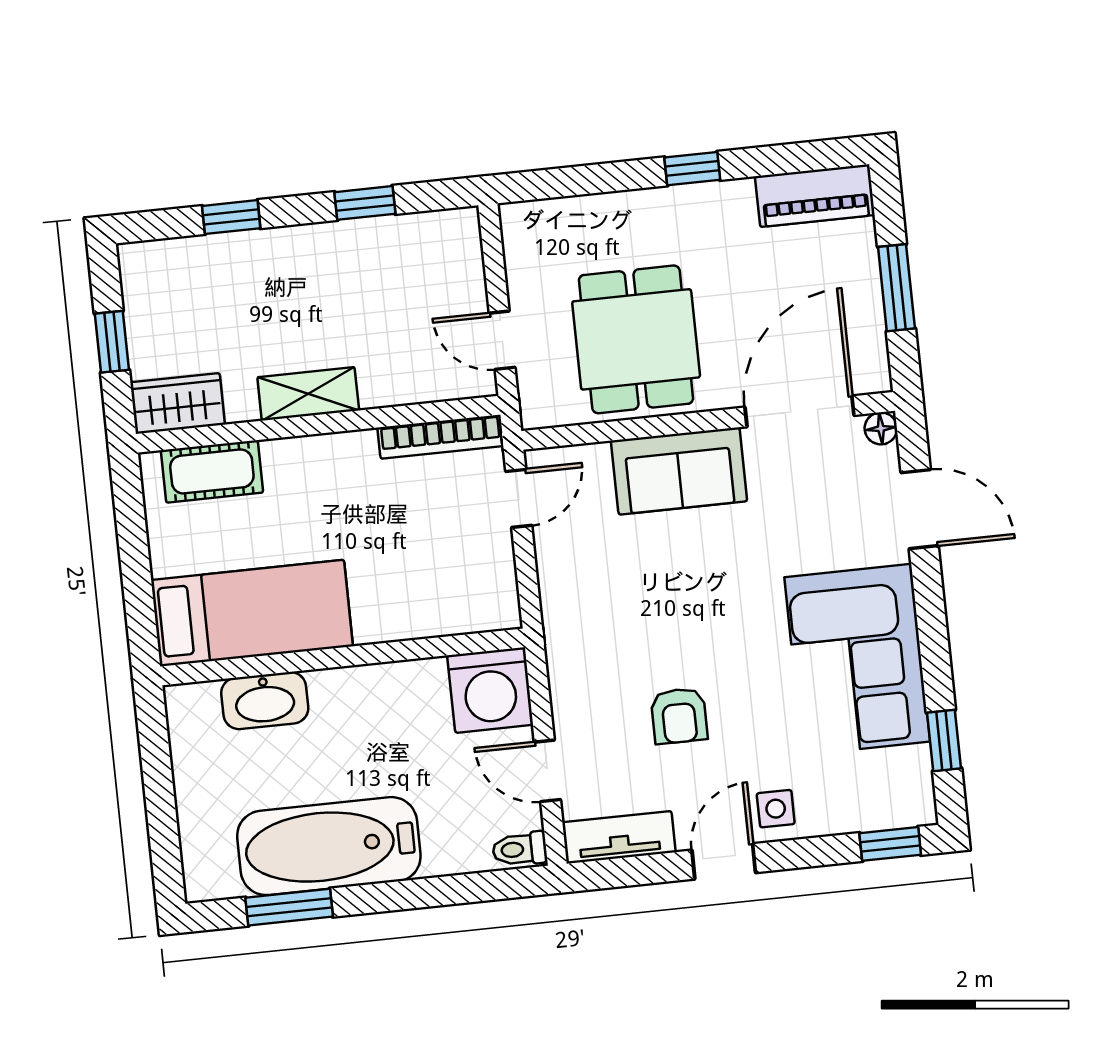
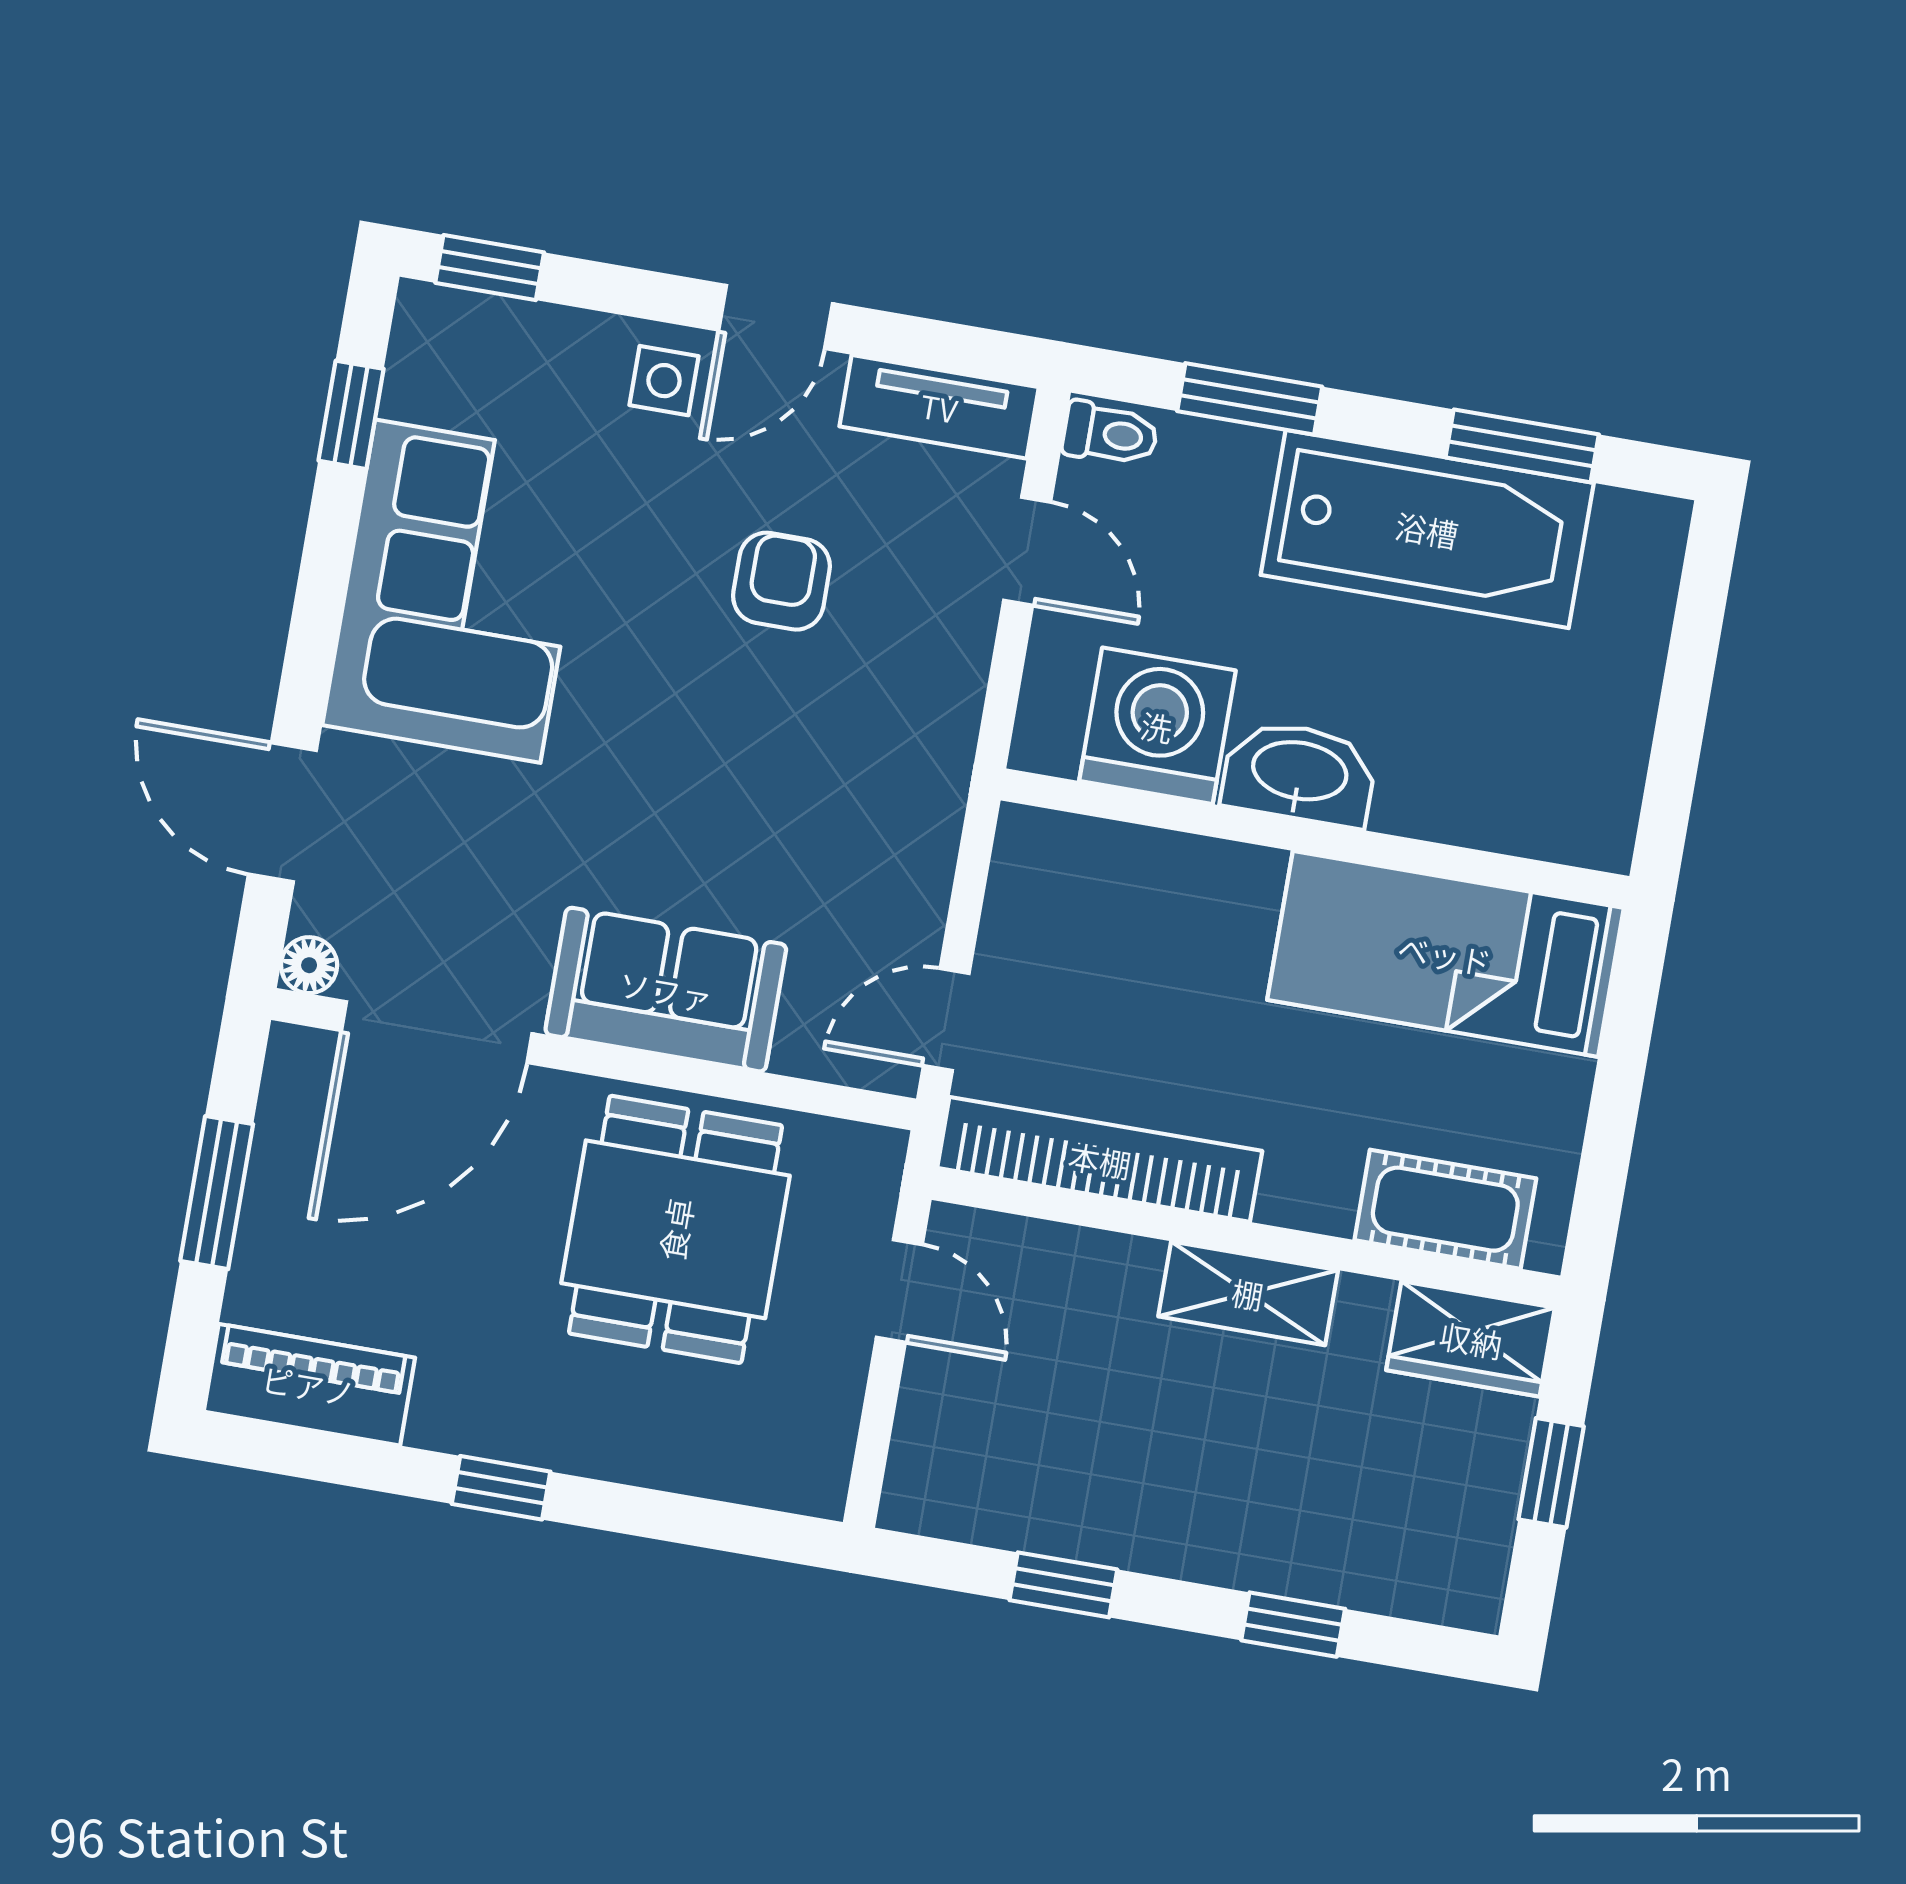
bookcase: (441, 437) -> (1100, 1159), width x1.48, depth x1.31
washing machine: (490, 690) -> (1157, 726), moved
washbasin: (265, 701) -> (1299, 773), moved
window: (448, 890) -> (1250, 399), added

